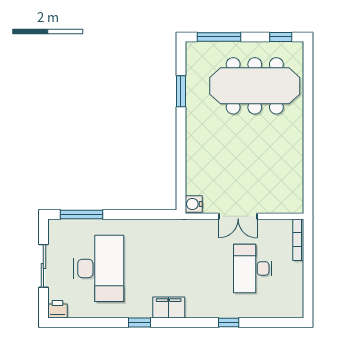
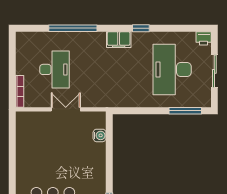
water cooler: (194, 204) -> (100, 135), moved
window: (229, 322) -> (73, 28), width x3.17

